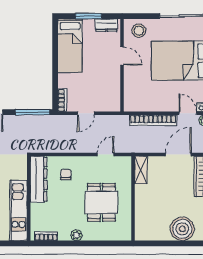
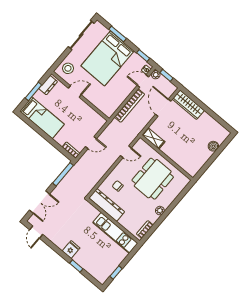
door: (86, 113) -> (91, 143), hinge flipped
door: (106, 155) -> (126, 152), swing flipped
dining table: (101, 202) -> (153, 179), width x1.37
boiler: (182, 229) -> (213, 146), width x0.54, depth x0.54

